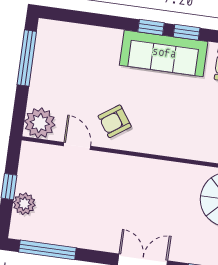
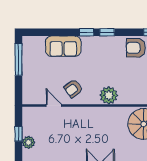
sofa: (164, 53) -> (63, 46), moved, width x0.73
plant: (40, 123) -> (109, 95), moved

